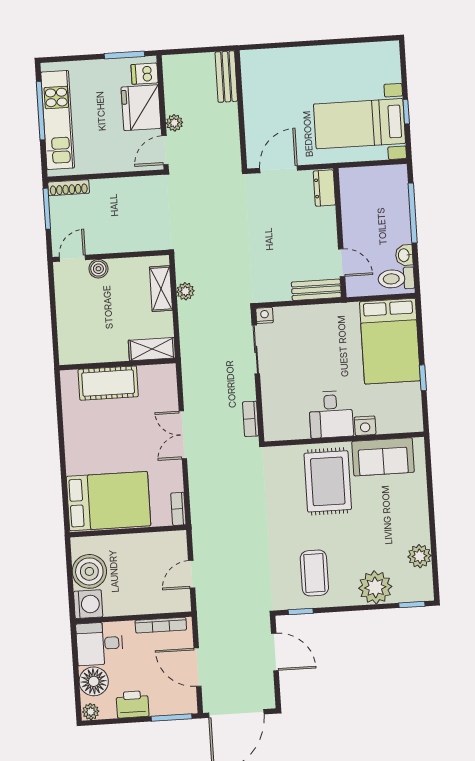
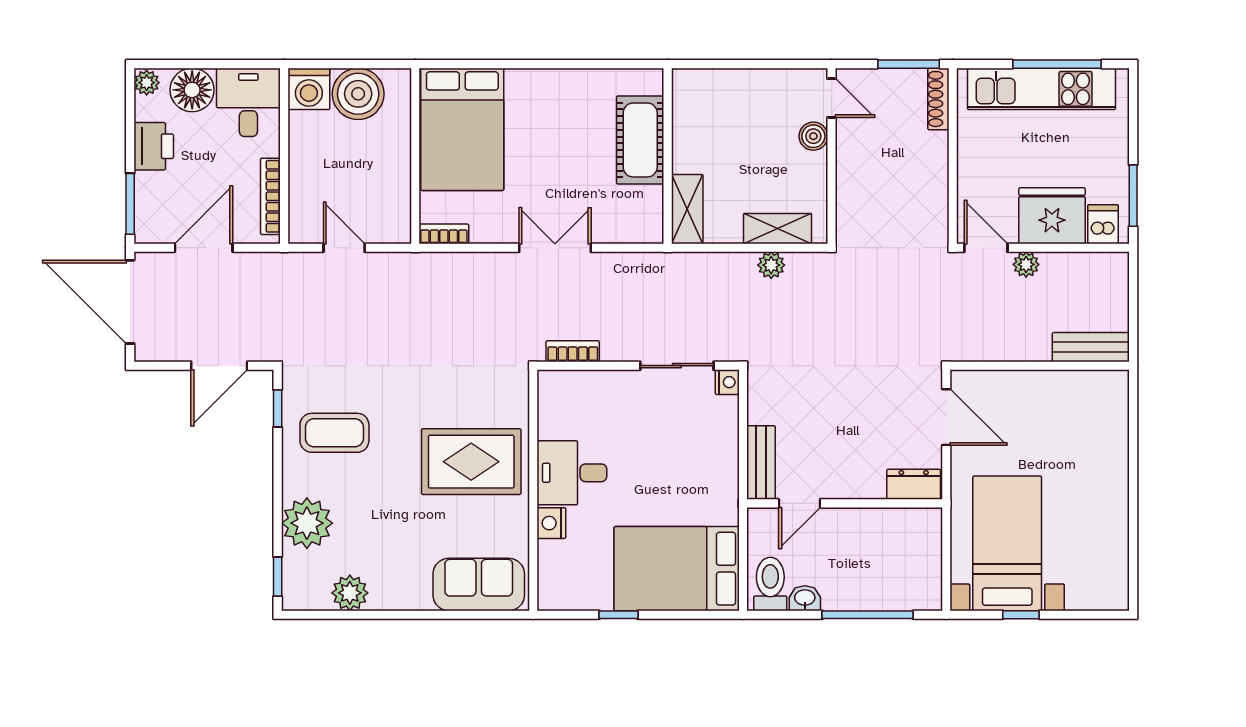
sofa: (383, 457) -> (479, 585), moved, turned 90

